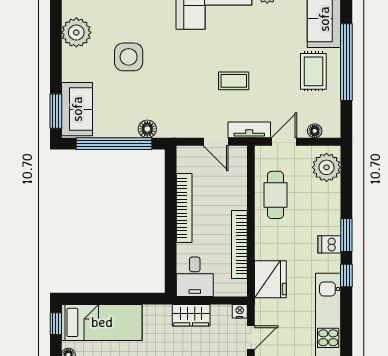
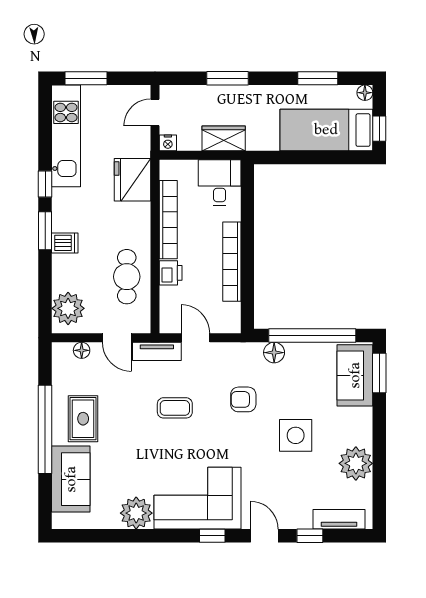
armchair: (174, 88) -> (243, 399), added
door: (284, 142) -> (117, 338), hinge flipped
printer: (237, 198) -> (171, 273), added
dishwasher: (329, 244) -> (65, 243), moved

